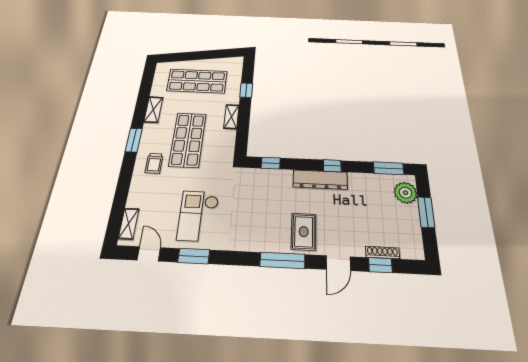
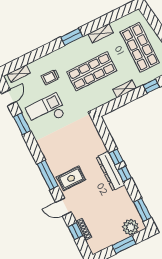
trolley: (154, 163) -> (50, 77), moved
window: (271, 163) -> (116, 157), moved

